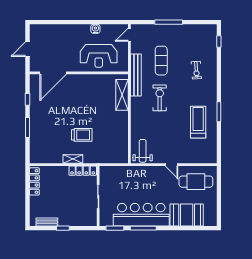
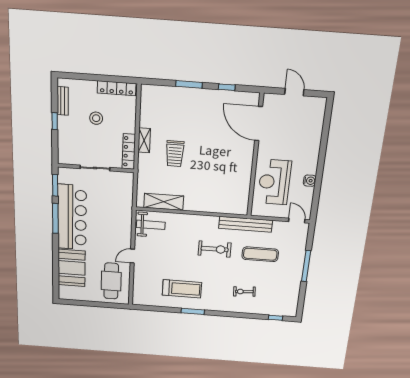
shelving: (122, 95) -> (164, 202), moved
stool: (58, 196) -> (96, 118), added

